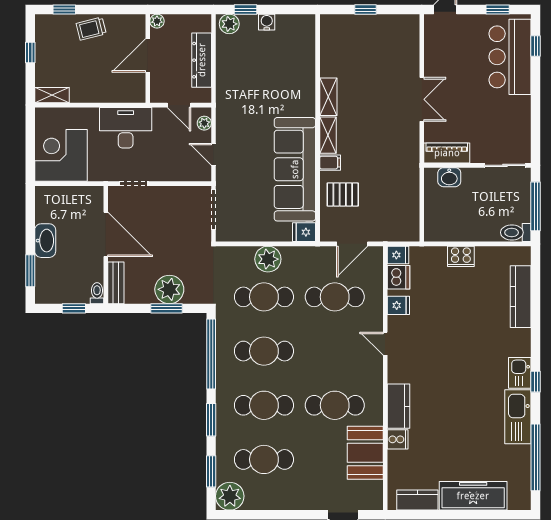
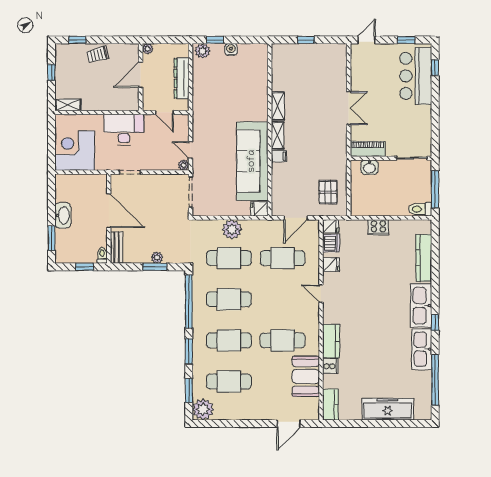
plant: (204, 123) -> (184, 165), moved
pallet: (343, 194) -> (328, 192), moved, turned 90
plant: (169, 289) -> (157, 258), width x0.53, depth x0.53
kitchen sink: (520, 373) -> (421, 306), width x1.88, depth x1.24
kitchen counter: (417, 500) -> (330, 404), moved, turned 90

